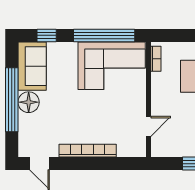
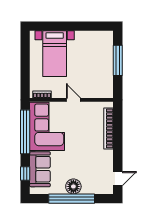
sofa: (32, 66) -> (40, 169), moved, turned 90
door: (149, 126) -> (74, 100), moved
bookcase: (88, 151) -> (108, 128), moved

